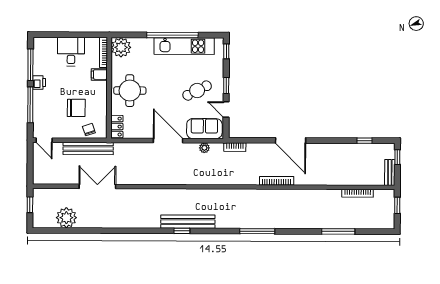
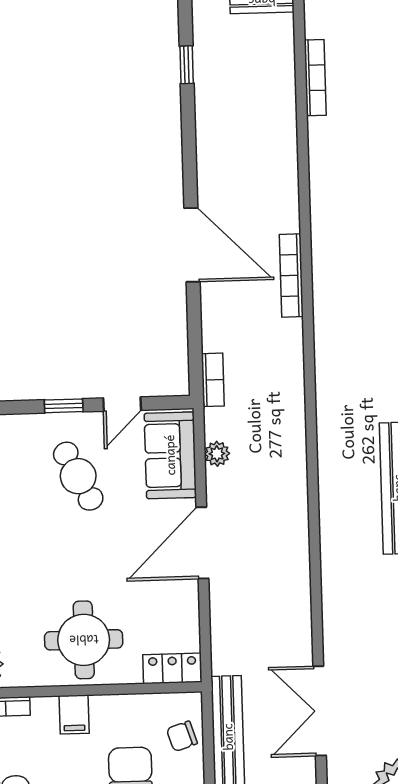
filing cabinet: (99, 75) -> (74, 715), moved
door: (291, 140) -> (192, 245), hinge flipped

